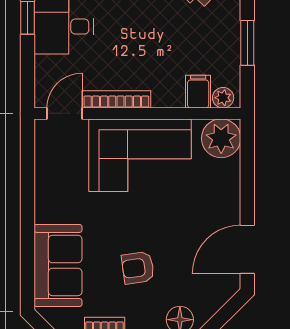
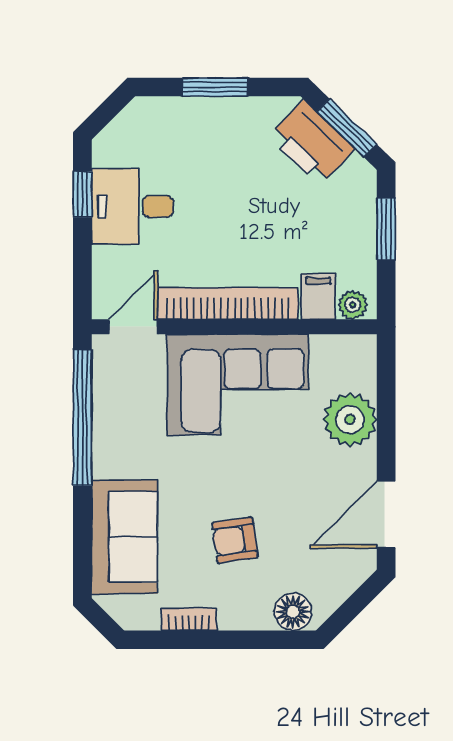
bookcase: (116, 99) -> (228, 303), width x1.48, depth x1.31
plant: (221, 138) -> (350, 420), moved
window: (28, 179) -> (82, 417), added

